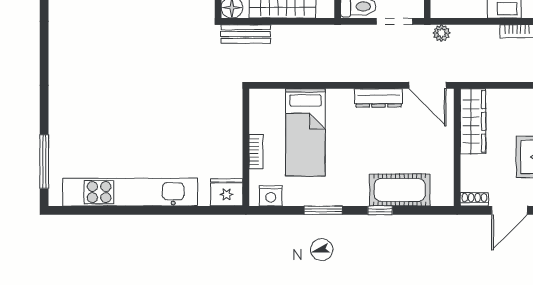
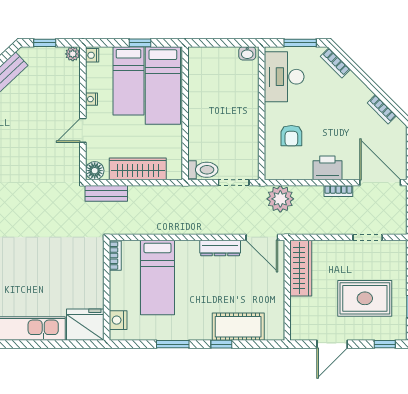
plant: (442, 33) -> (280, 199), width x1.88, depth x1.88
bookcase: (256, 152) -> (115, 256), moved
fridge: (227, 192) -> (85, 325), width x1.36, depth x1.34
nightstand: (271, 196) -> (118, 320), moved, turned 90
shoe rack: (474, 199) -> (302, 335), removed

